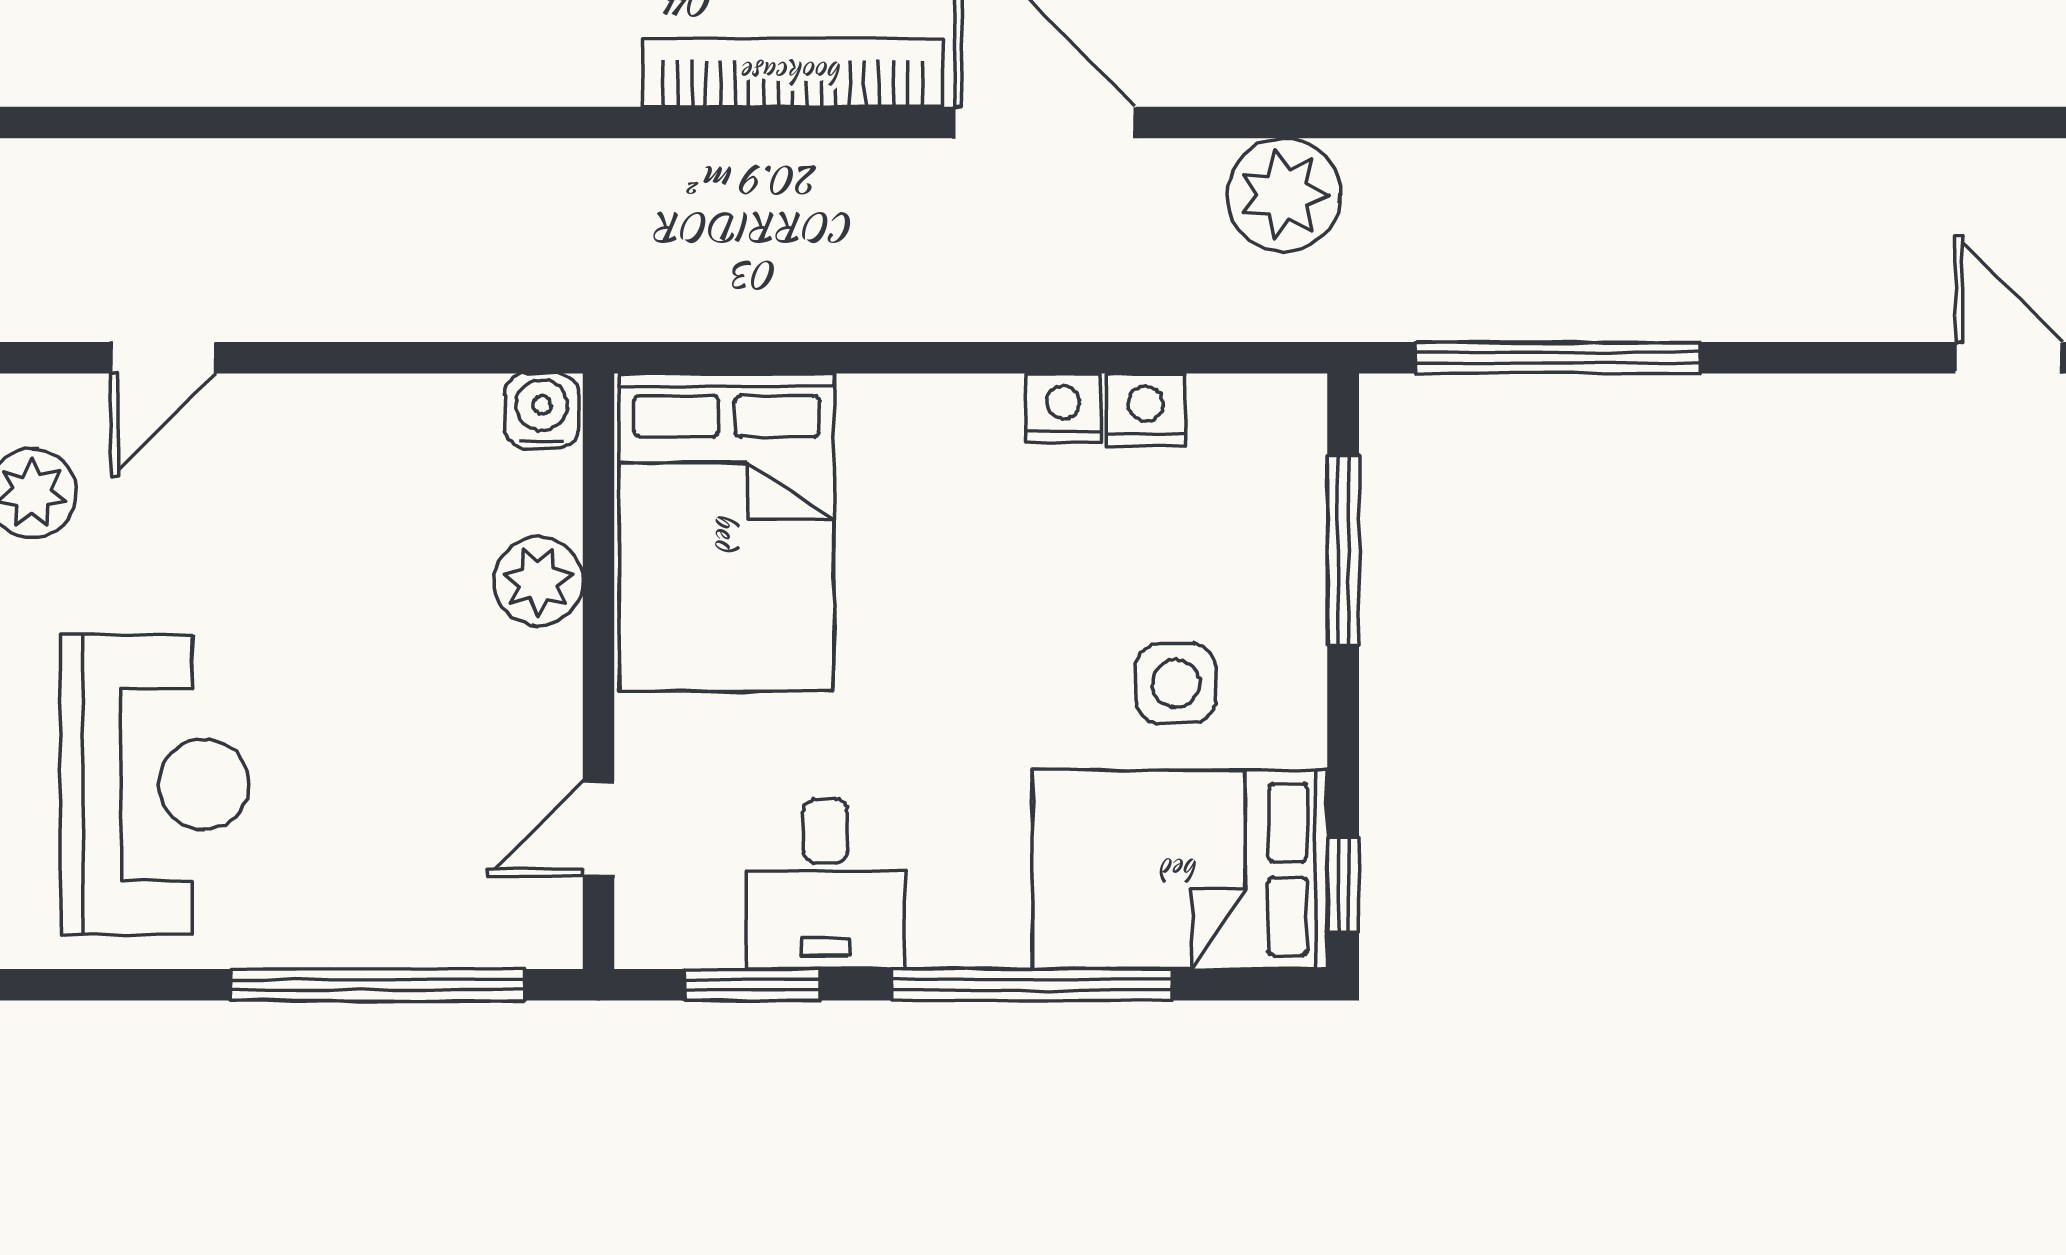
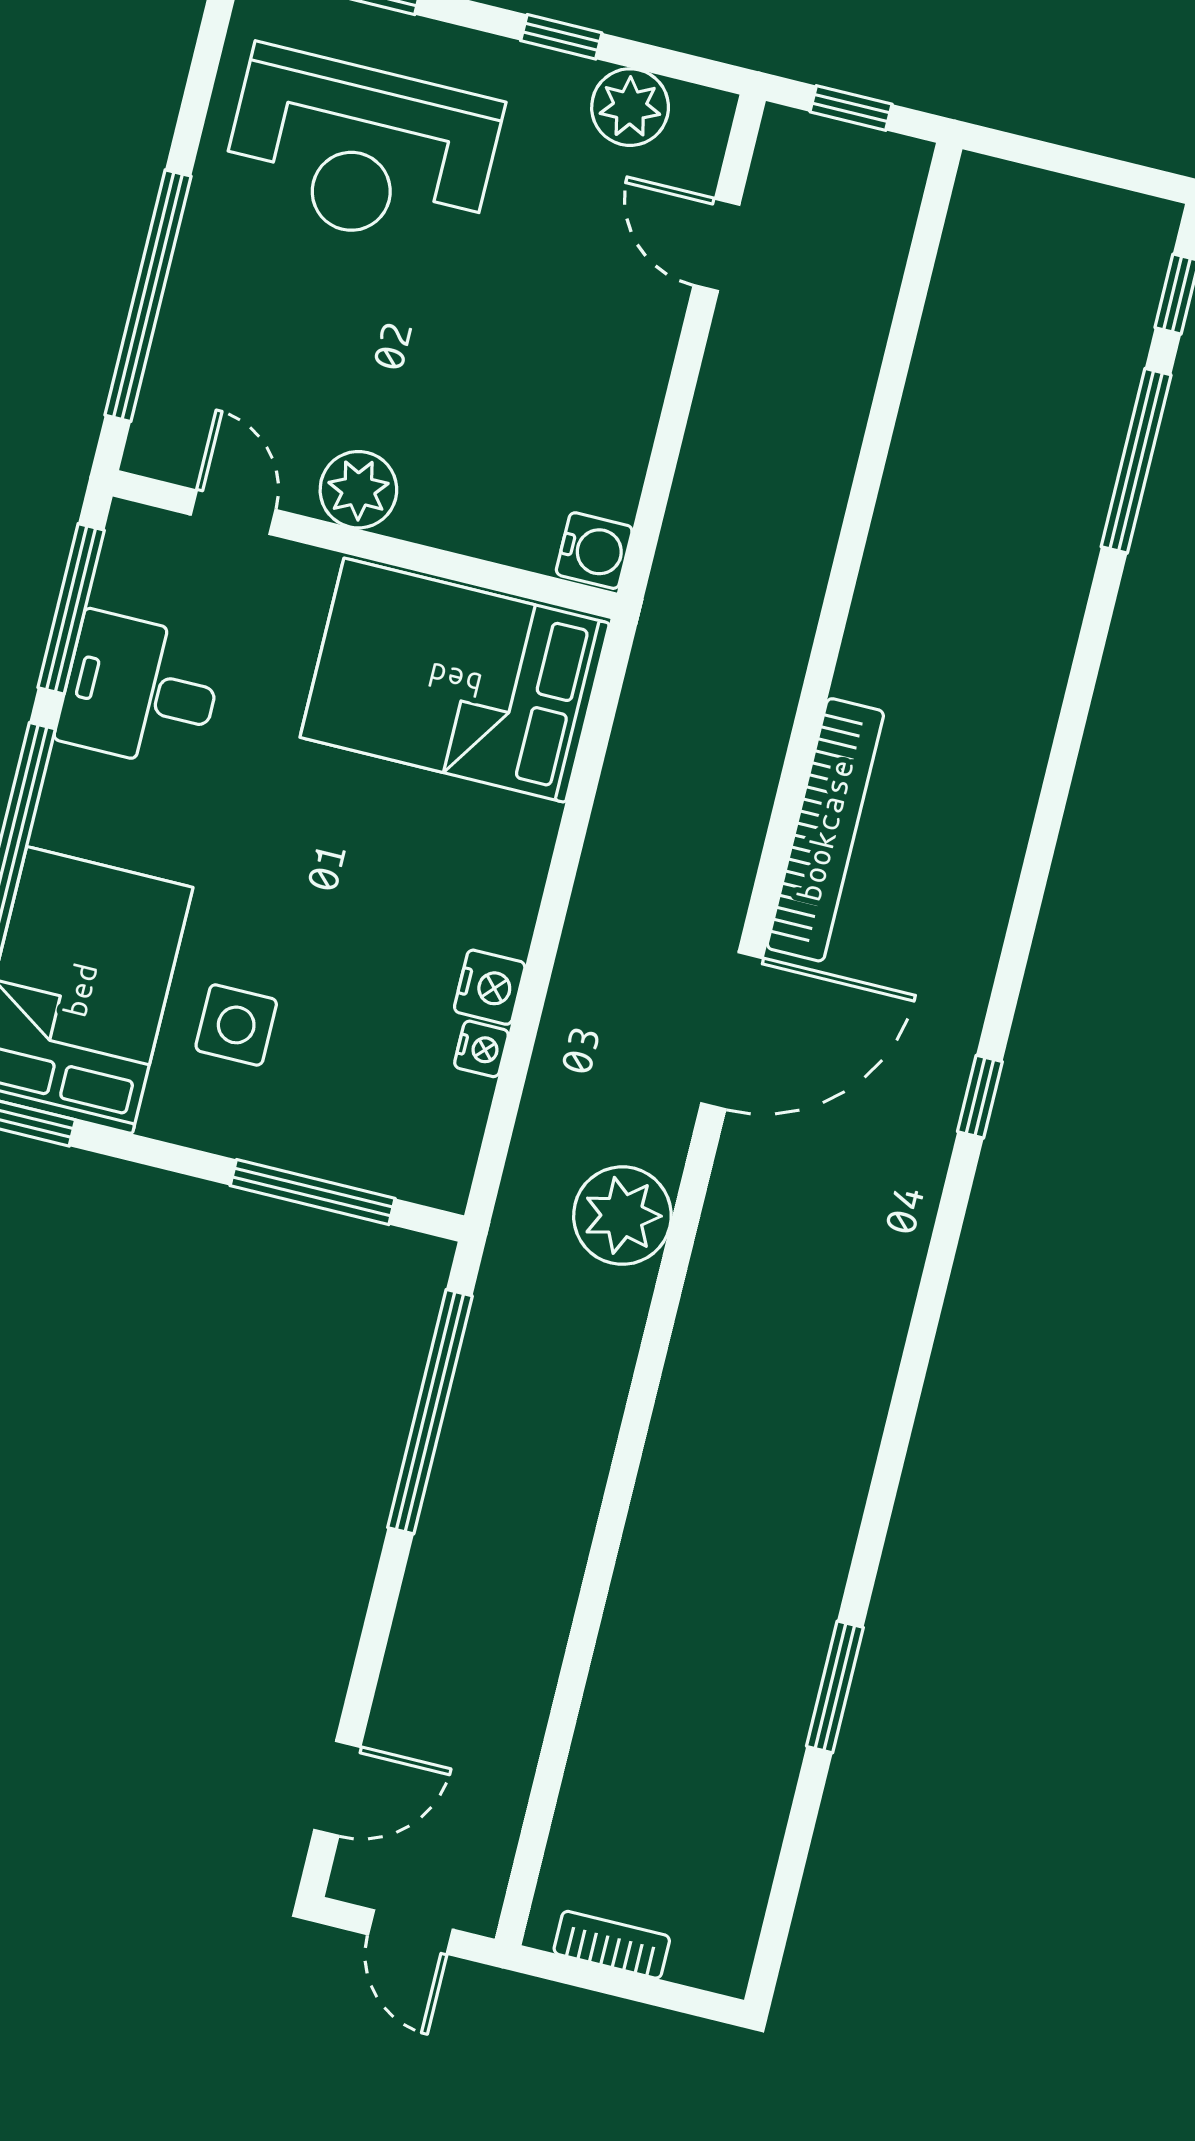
nightstand: (1146, 409) -> (481, 1049), width x0.72, depth x0.74
plant: (538, 581) -> (358, 490), moved
window: (752, 985) -> (71, 609), width x1.44

